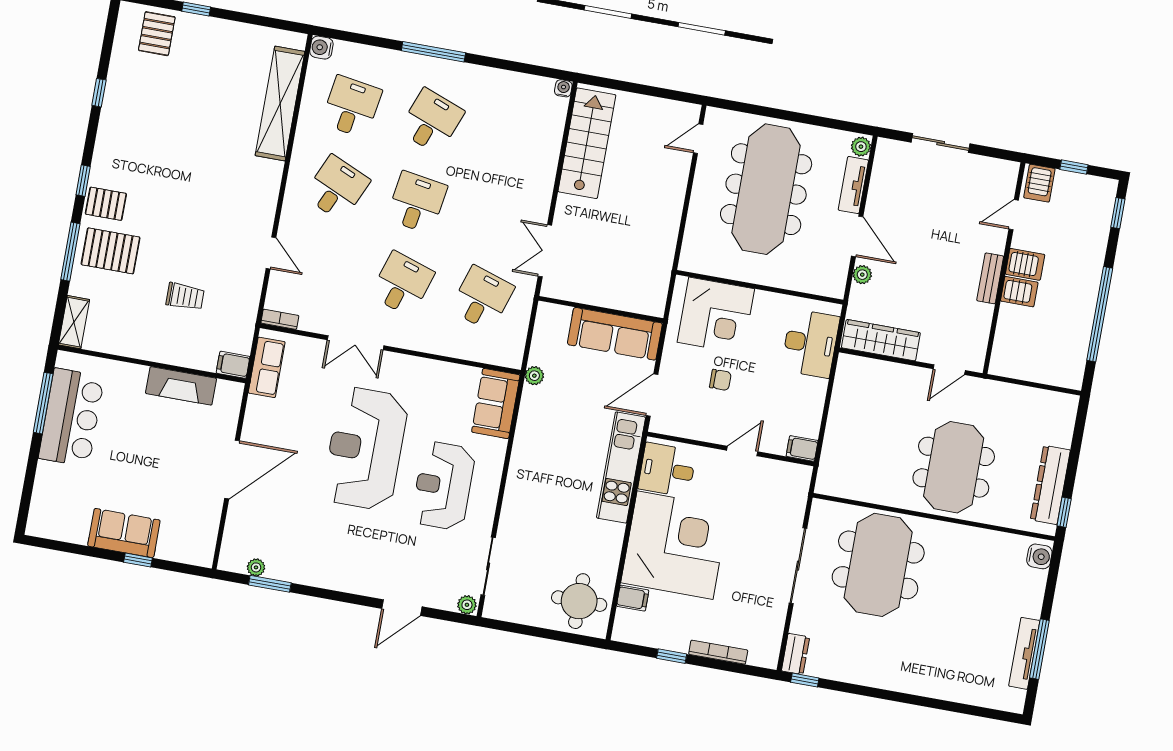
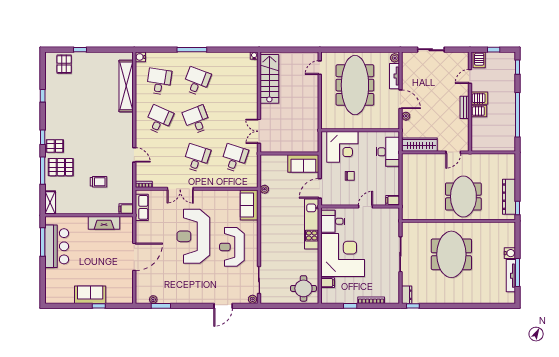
desk: (417, 202) -> (197, 120), turned -30
sofa: (615, 334) -> (303, 163), width x0.73
water cooler: (1039, 556) -> (510, 253), moved
meeting table: (878, 565) -> (451, 254), moved

